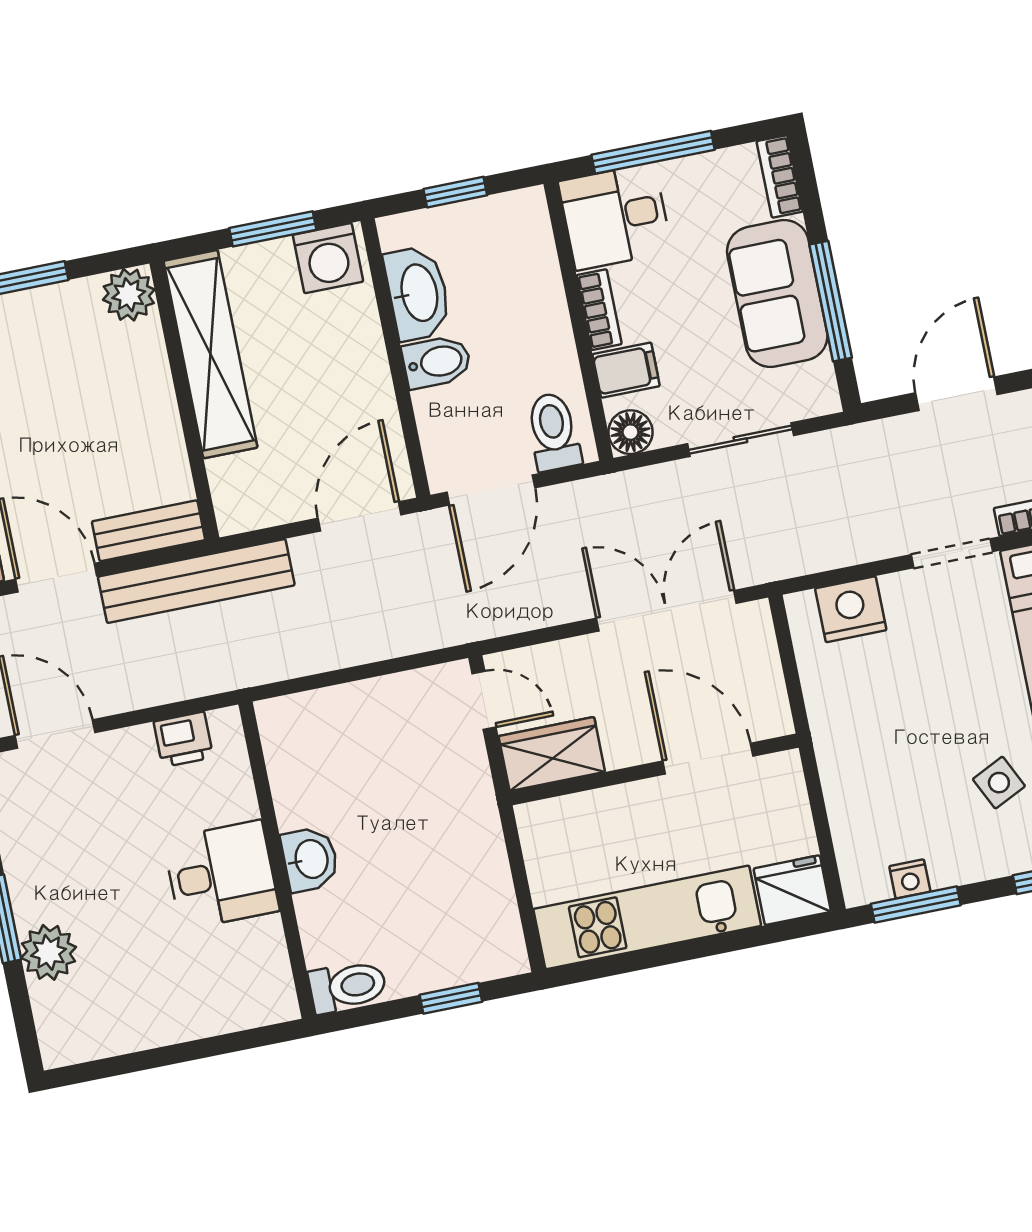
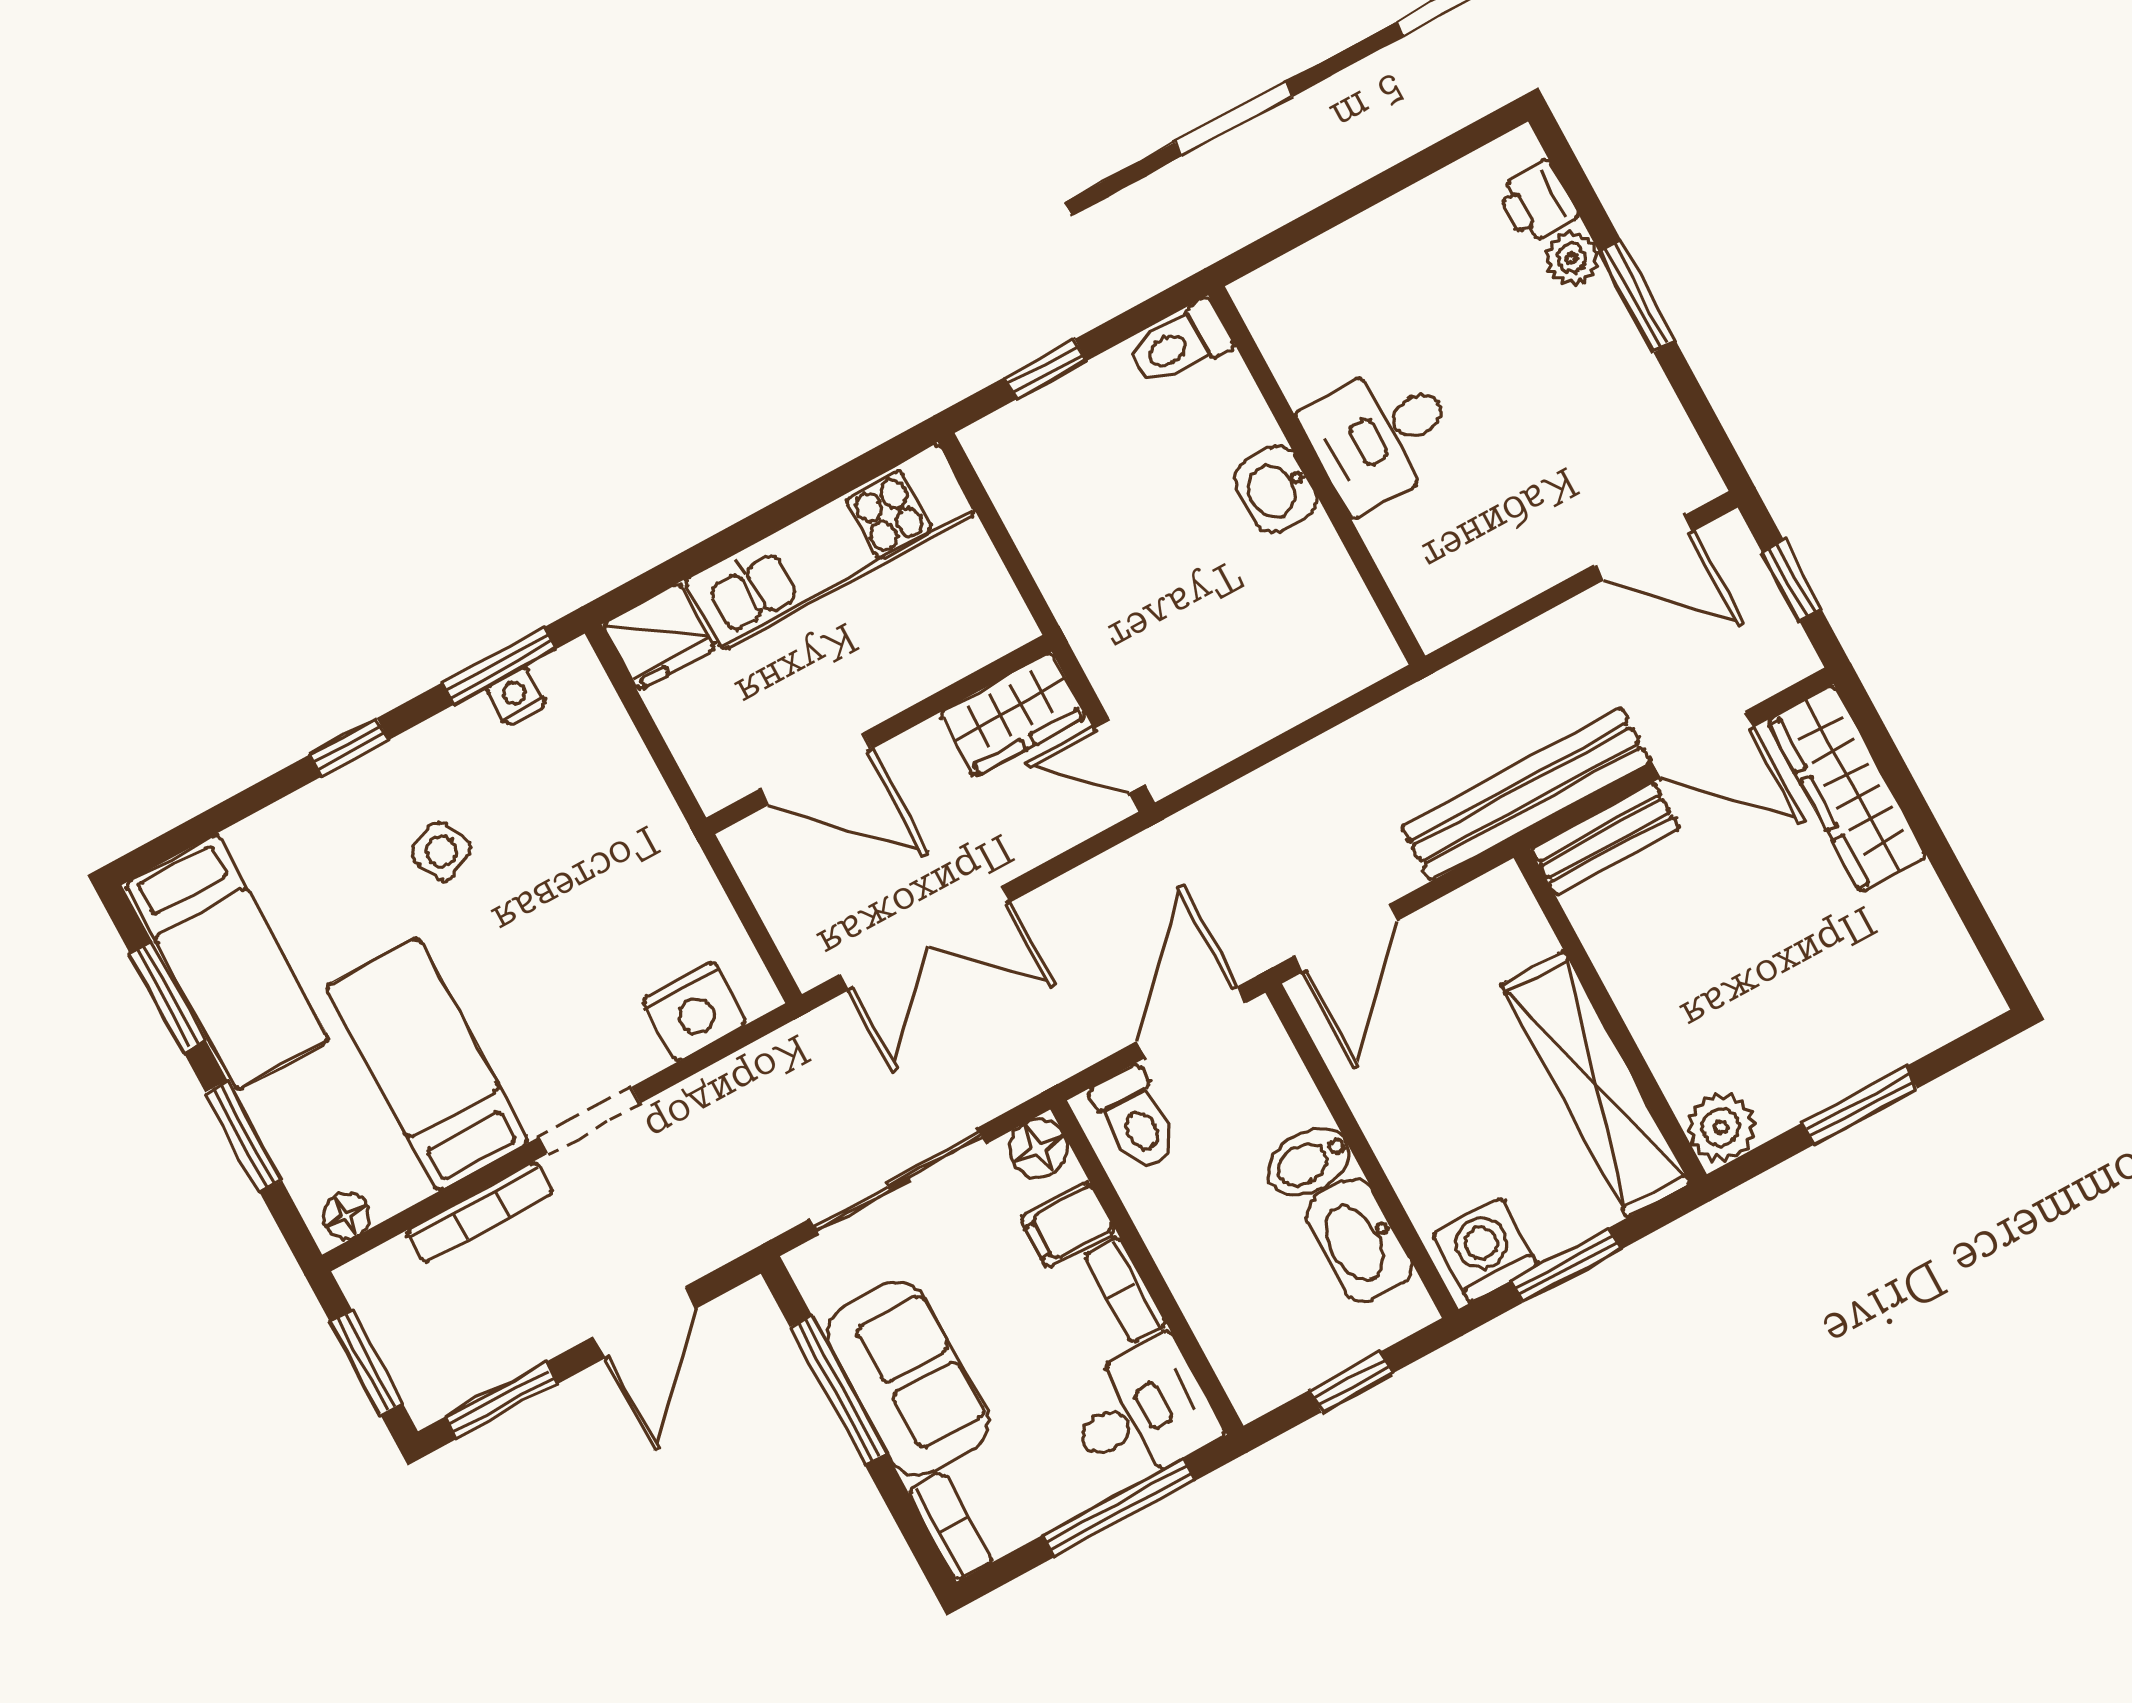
sliding door: (740, 440) -> (898, 1181), width x1.37
printer: (183, 739) -> (1537, 202), moved, turned -90
plant: (49, 952) -> (1572, 258), width x0.73, depth x0.73

